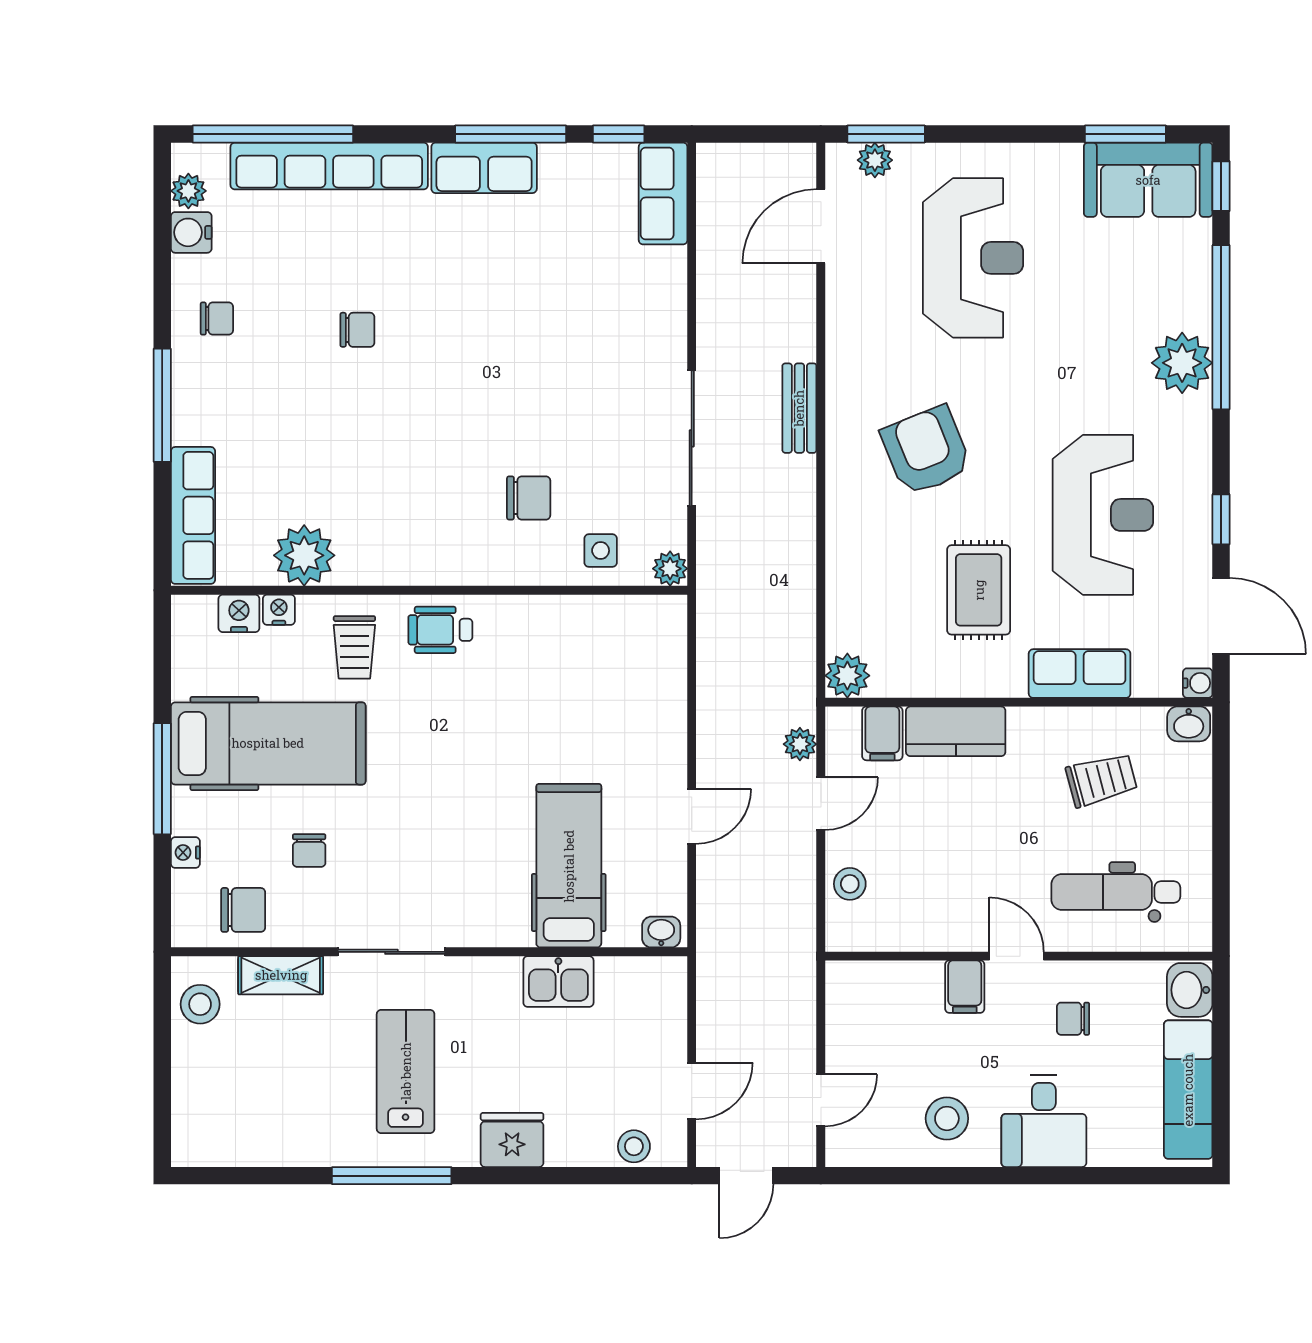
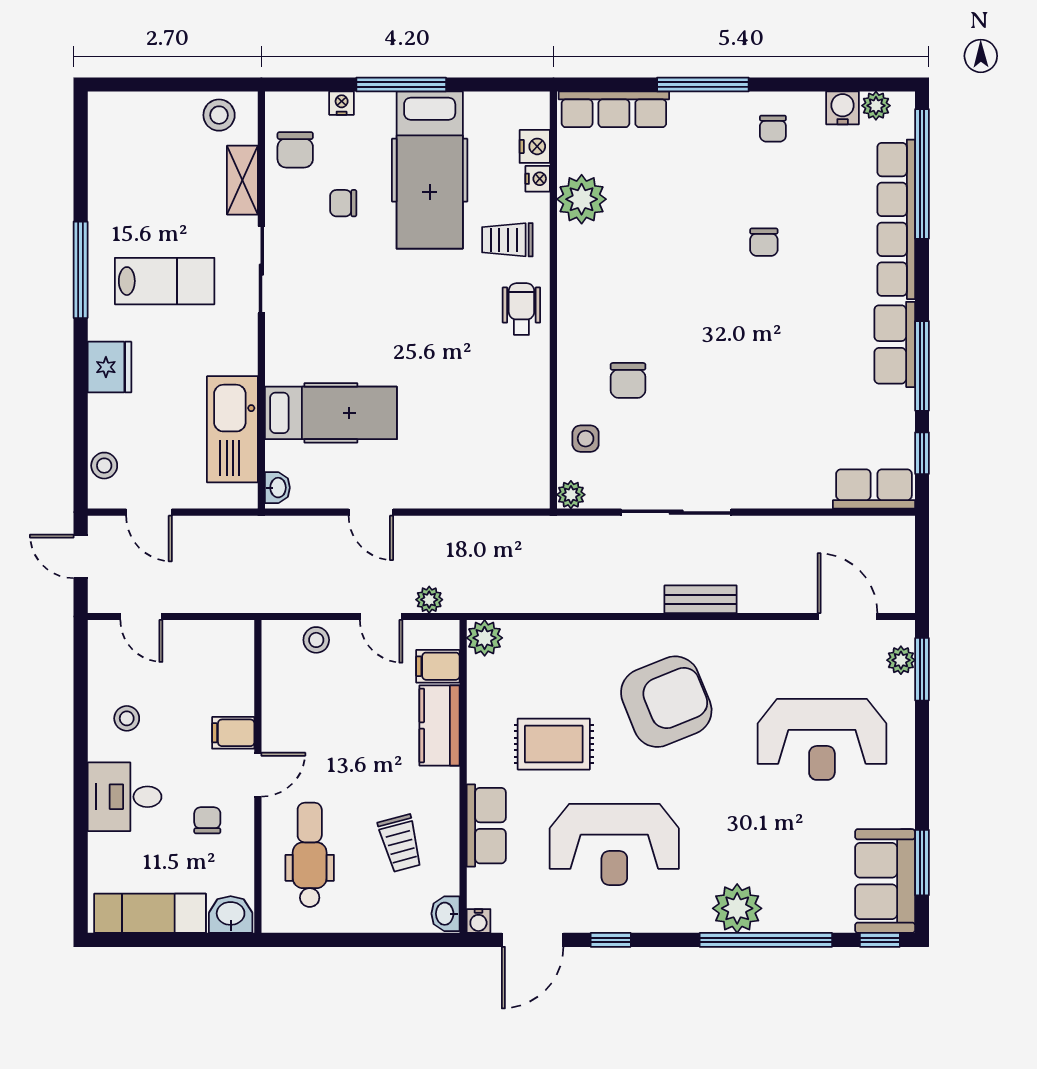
armchair: (926, 451) -> (666, 702), width x1.36, depth x1.36
kitchen sink: (558, 982) -> (232, 429), width x1.88, depth x1.24
stool: (947, 1118) -> (127, 718), width x0.73, depth x0.73

